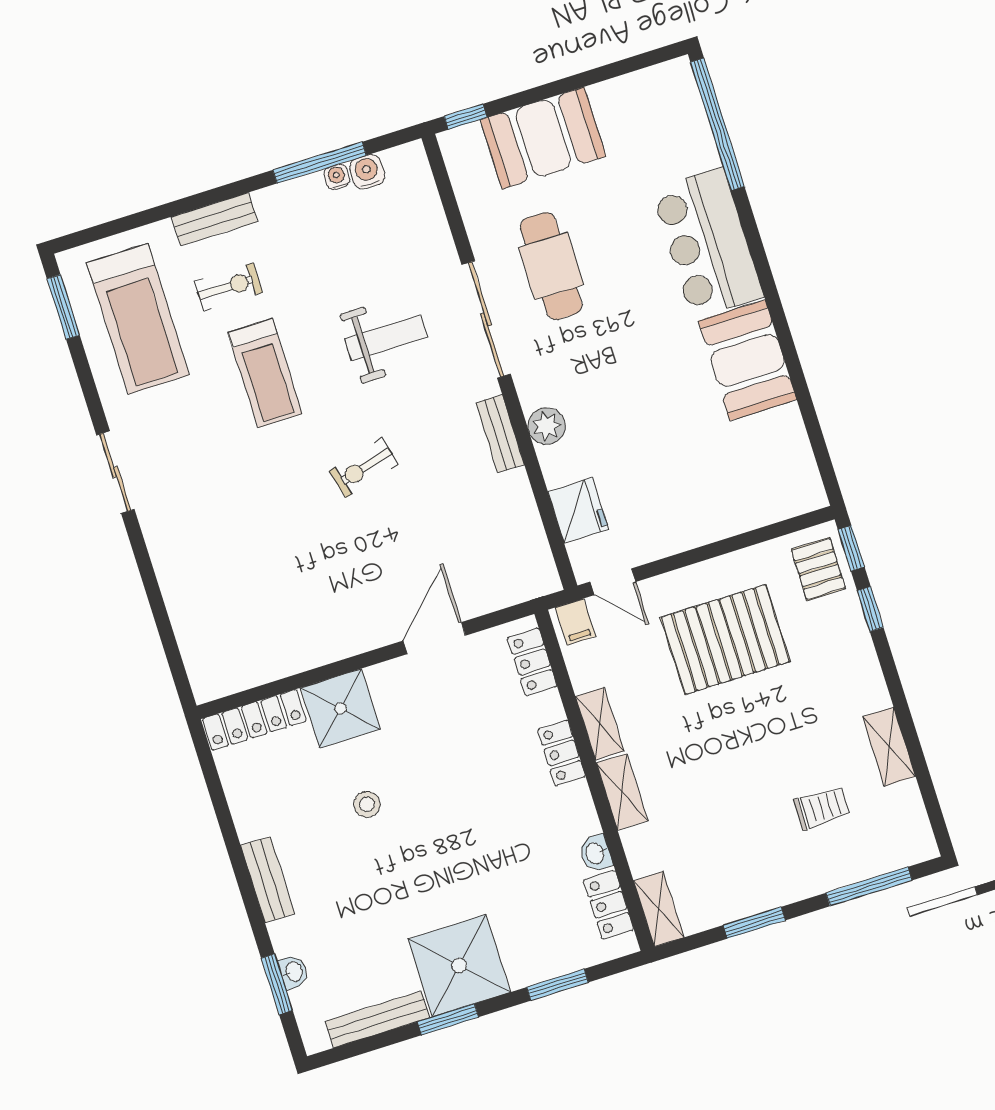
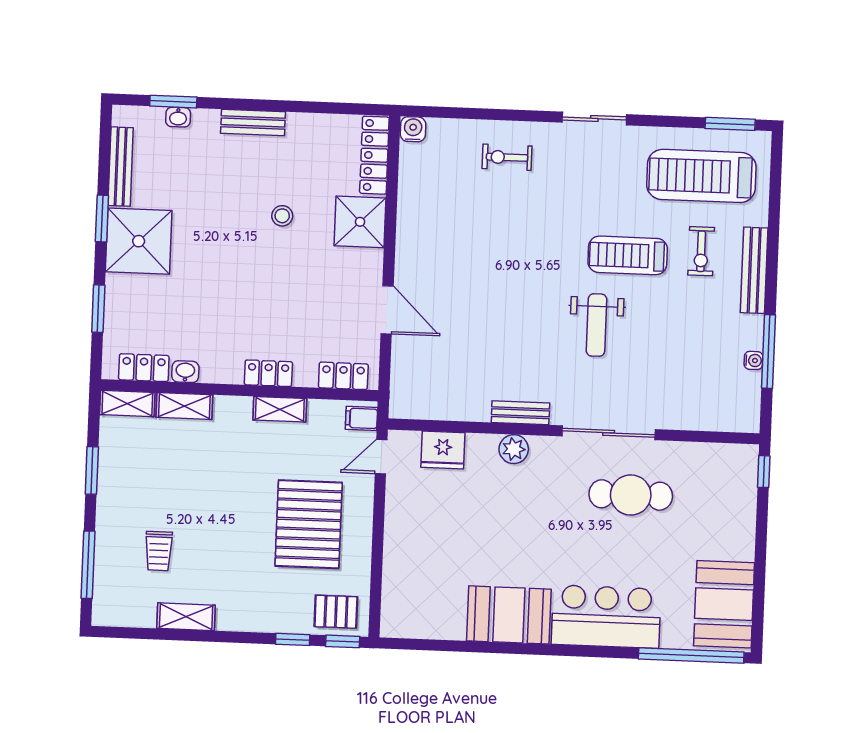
booth: (543, 138) -> (724, 604), moved
water cooler: (367, 172) -> (413, 129), moved, turned -90
bench: (215, 219) -> (754, 270), width x1.36
weight bench: (386, 338) -> (596, 325), moved
exercise bike: (364, 468) -> (507, 157), moved, turned -75
shelving: (622, 792) -> (184, 406), moved

